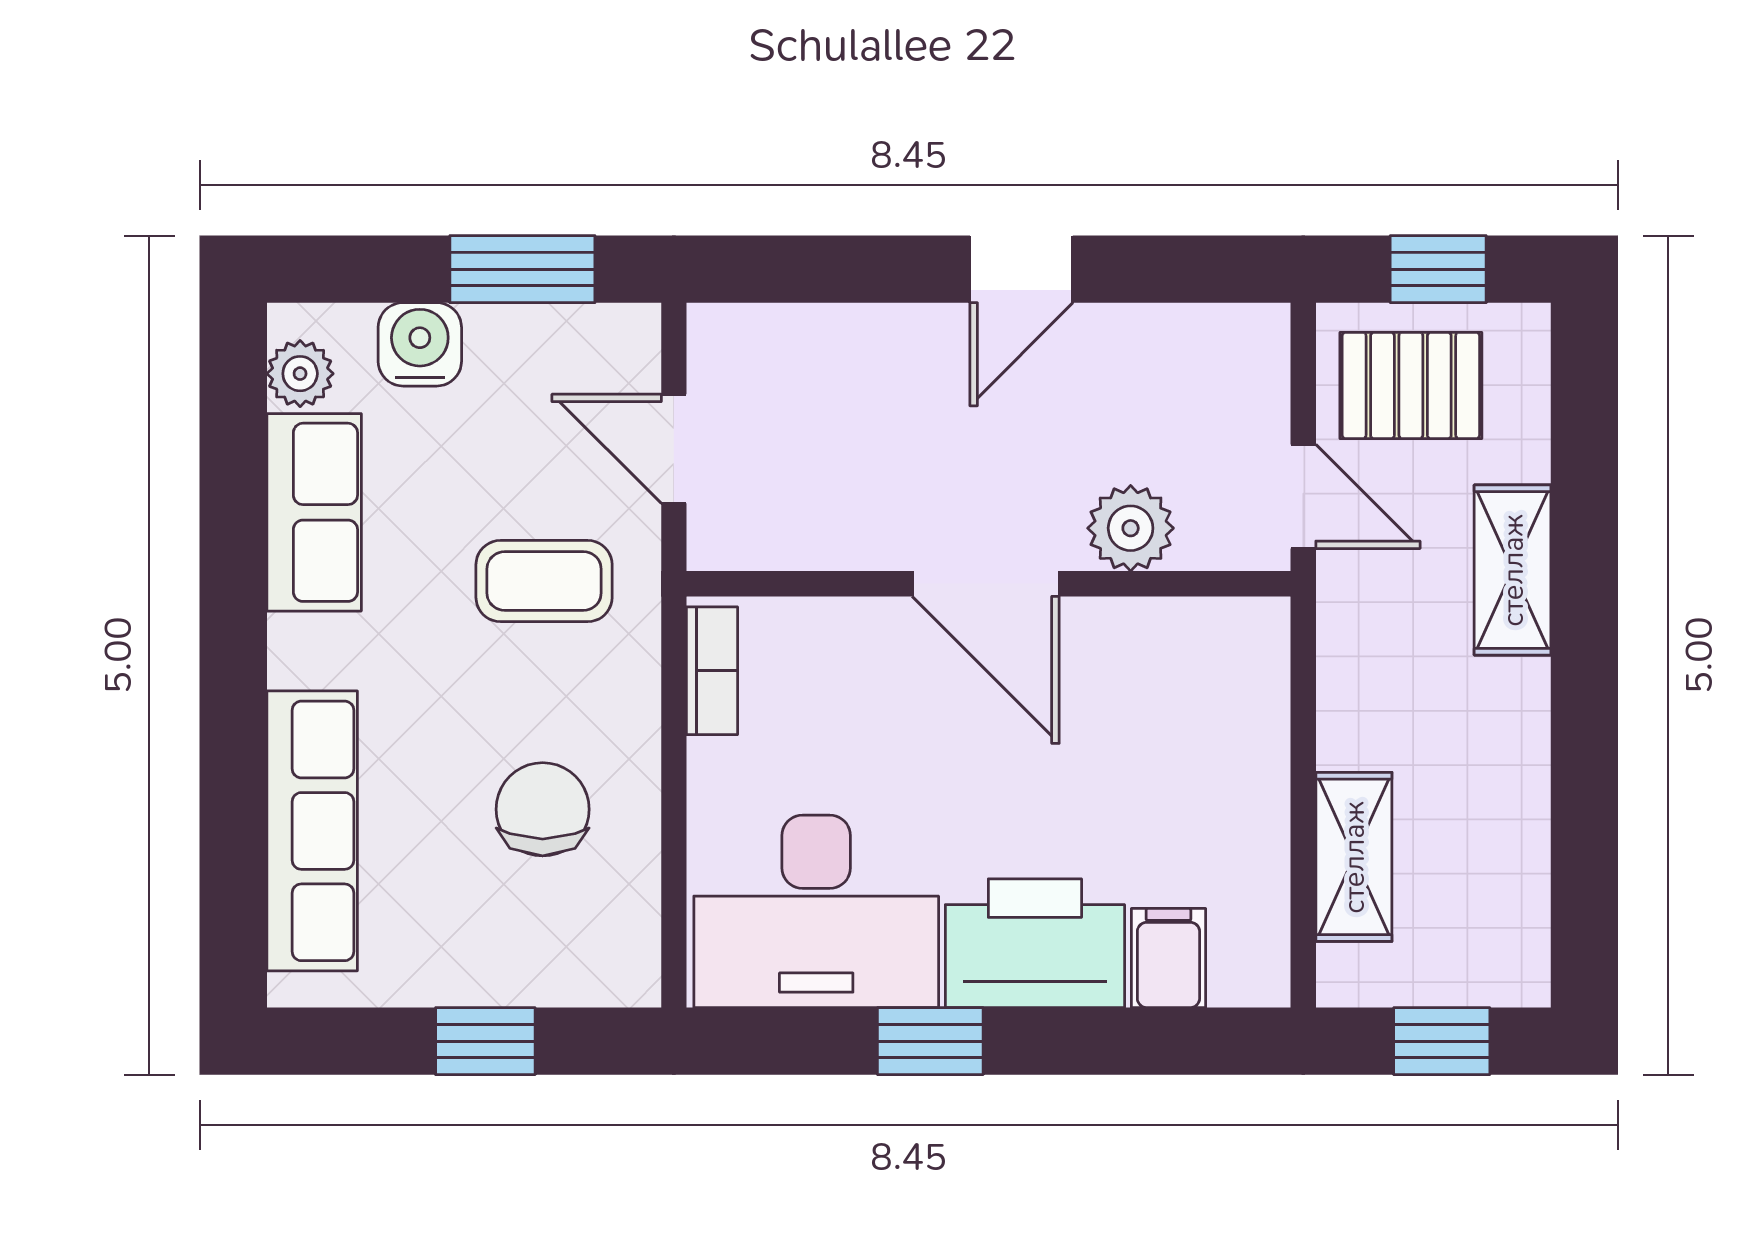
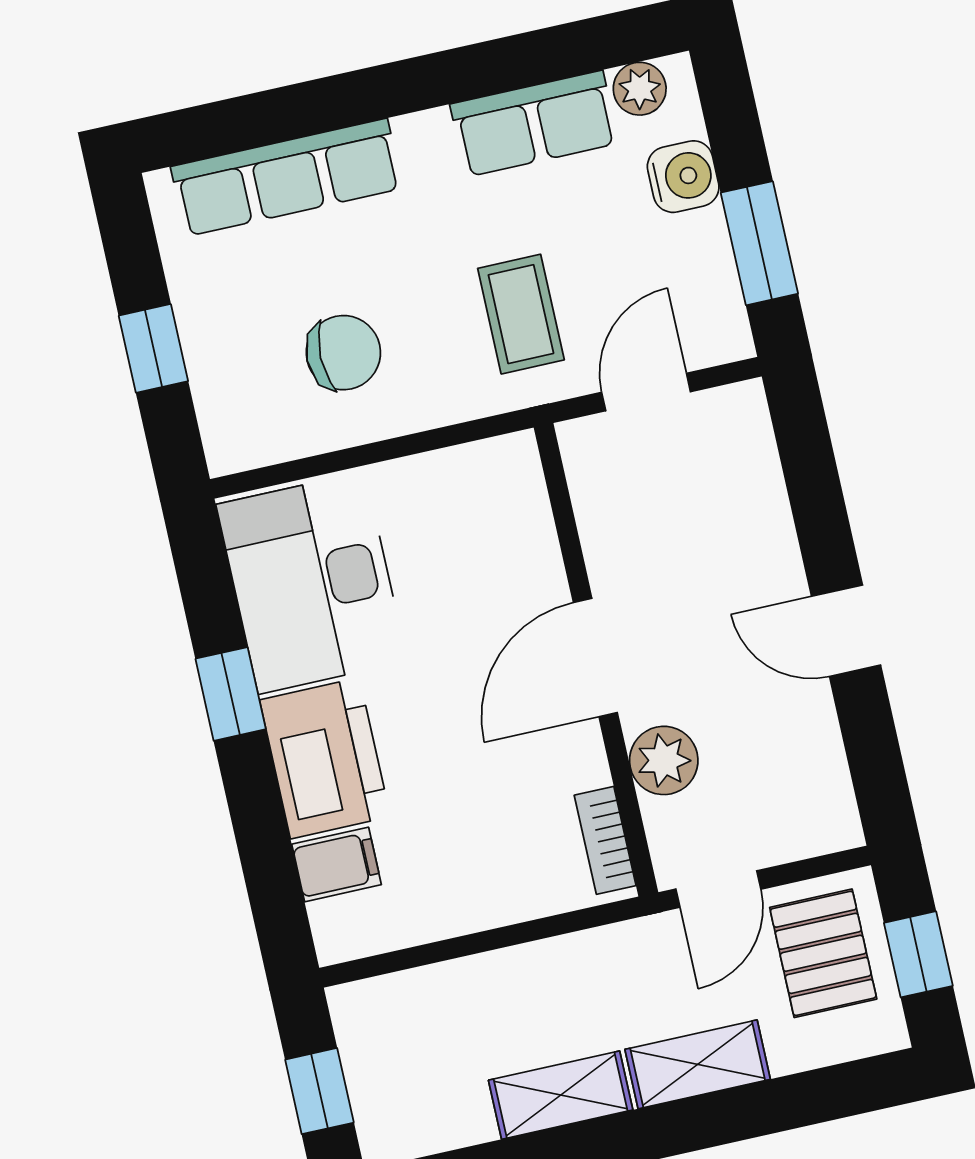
bookcase: (712, 671) -> (605, 840), moved, turned 90
shelving: (1354, 857) -> (561, 1095), moved

